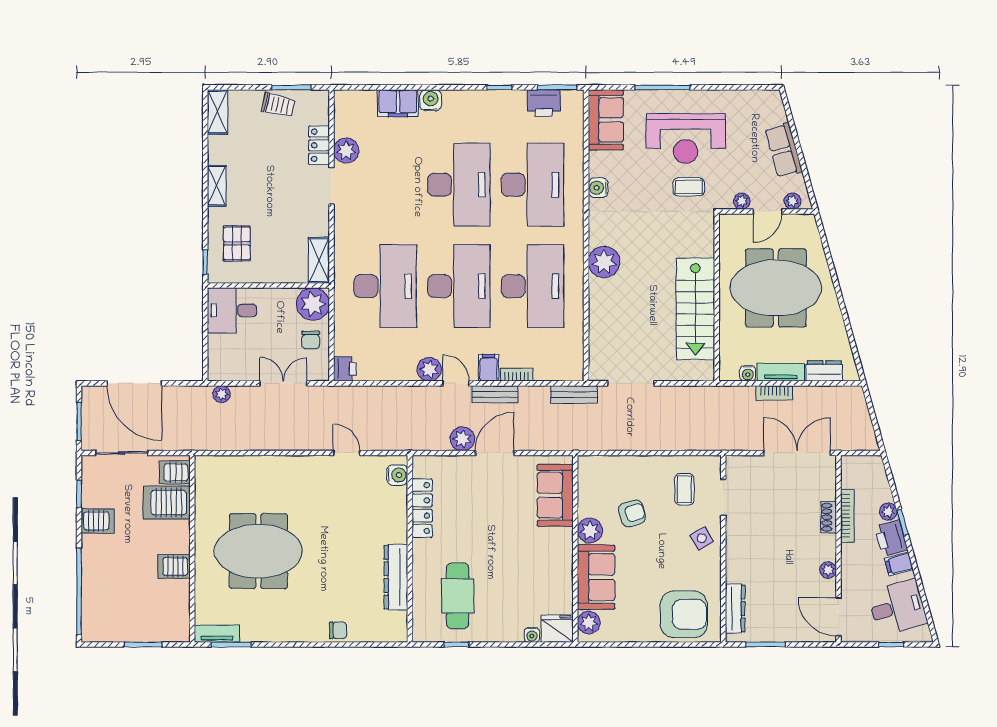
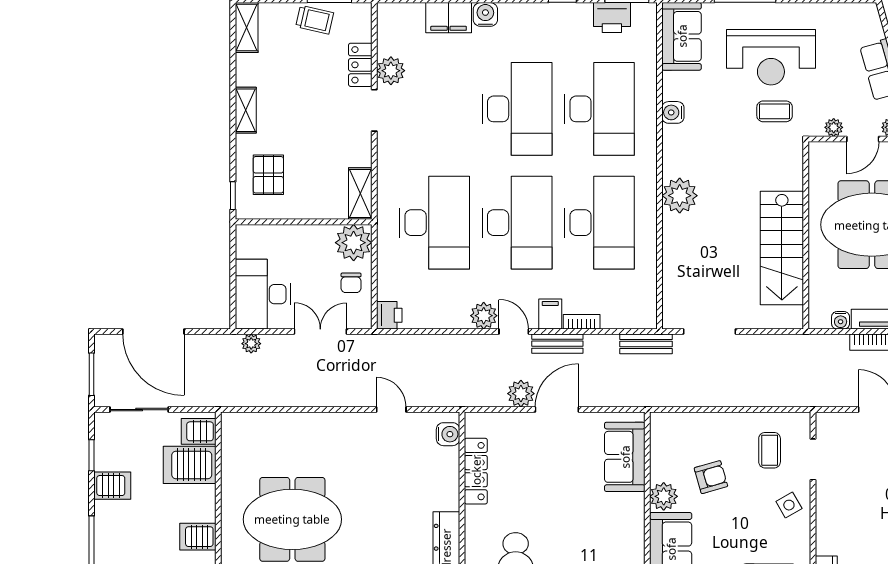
desk: (232, 310) -> (263, 294), moved, width x1.37

